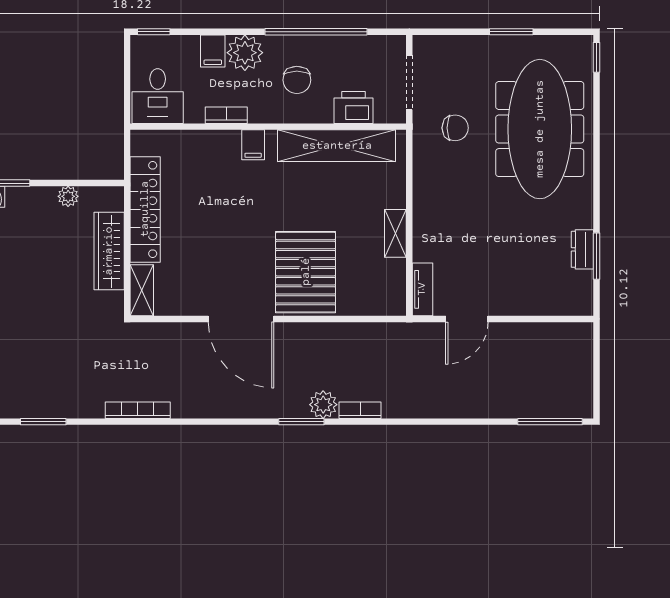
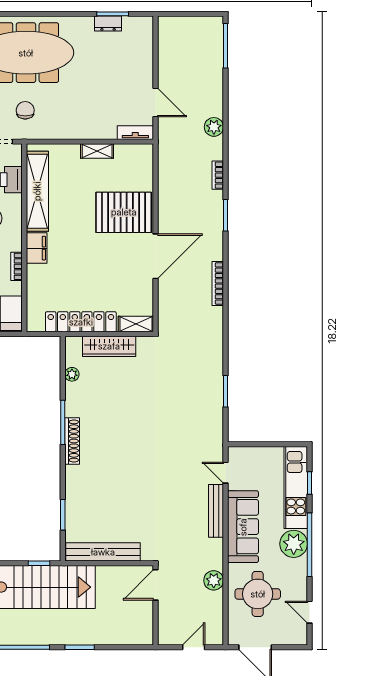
filing cabinet: (253, 145) -> (37, 248), width x2.00
plant: (323, 405) -> (214, 127), moved
bookcase: (138, 410) -> (218, 283), moved

